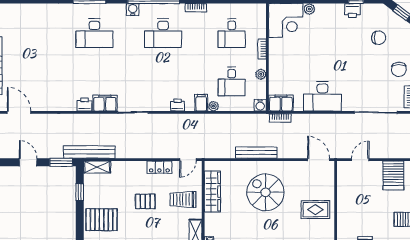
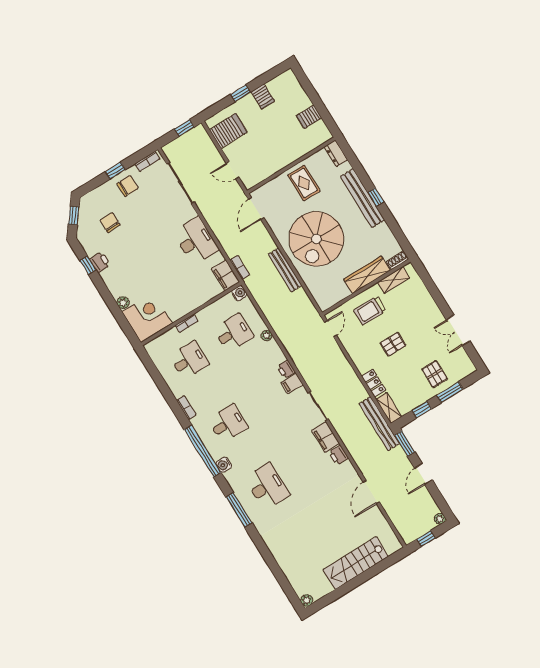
desk: (163, 33) -> (228, 423), width x0.73
plant: (261, 74) -> (211, 310), removed
filing cabinet: (201, 103) -> (292, 384), moved
door: (19, 112) -> (371, 492), moved
door: (188, 160) -> (330, 329), hinge flipped
locker: (159, 167) -> (374, 383), moved
wardrobe: (212, 191) -> (367, 275), moved
spiral stairs: (265, 192) -> (316, 239), width x1.37, depth x1.37
trolley: (183, 199) -> (370, 311), turned 90
pallet: (145, 201) -> (393, 344), turned 90
pallet: (102, 220) -> (435, 374), width x0.67, depth x0.71
window: (80, 223) -> (450, 392), added

